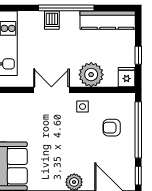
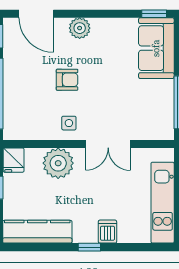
window: (66, 8) -> (89, 247), width x0.32
armchair: (112, 128) -> (67, 80), moved

